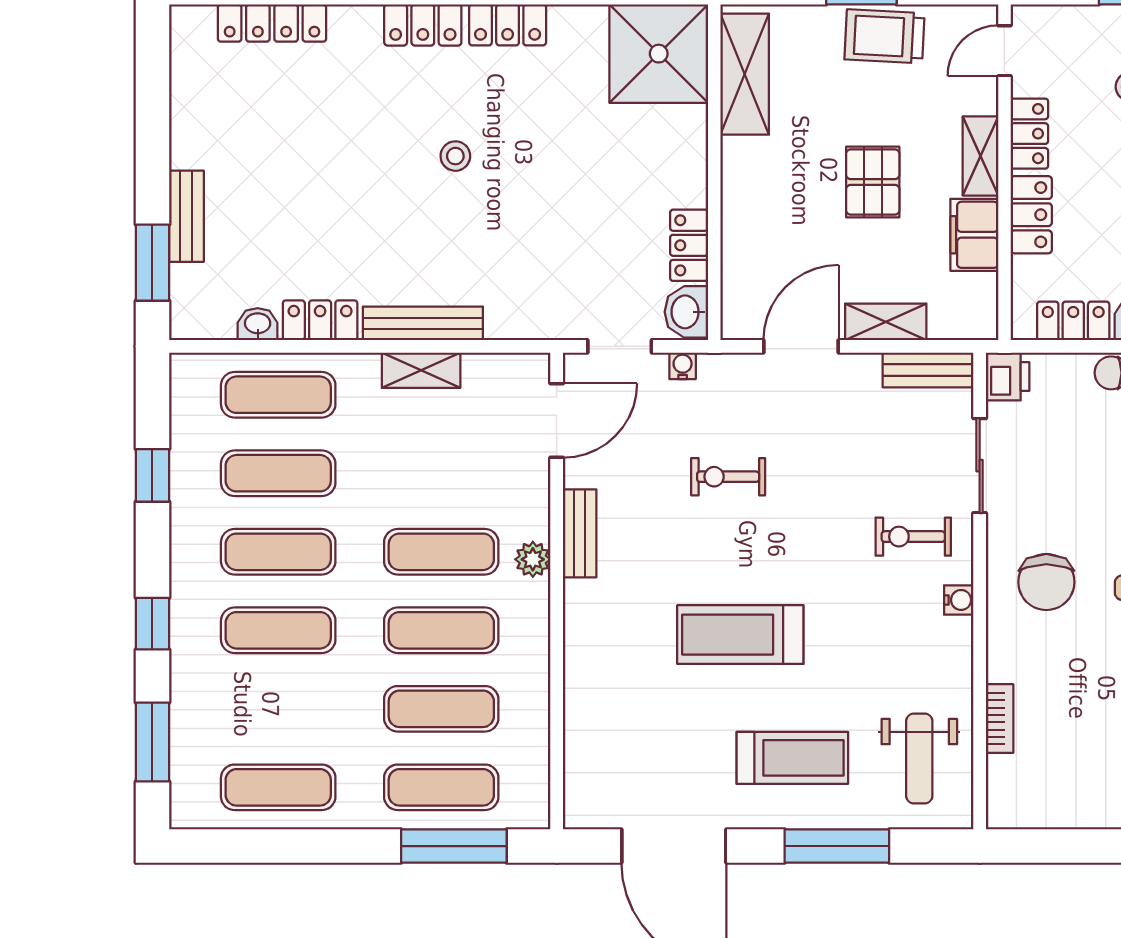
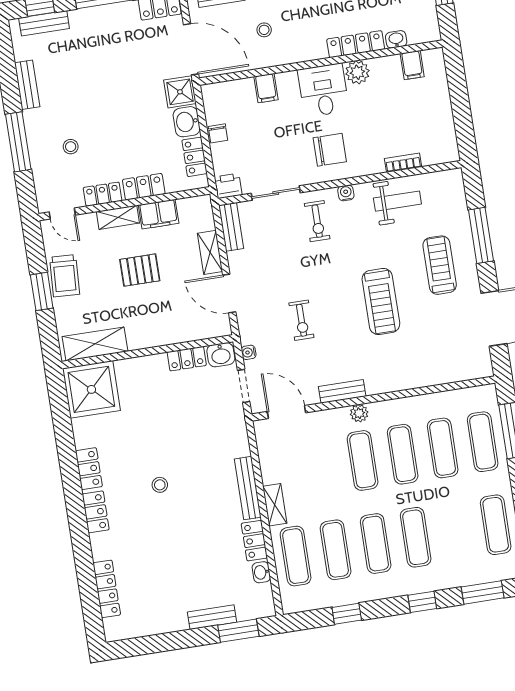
shelving: (421, 370) -> (275, 505), moved
weight bench: (919, 759) -> (397, 201), moved

